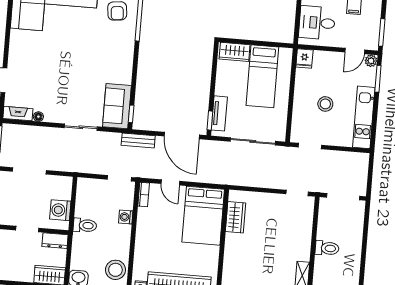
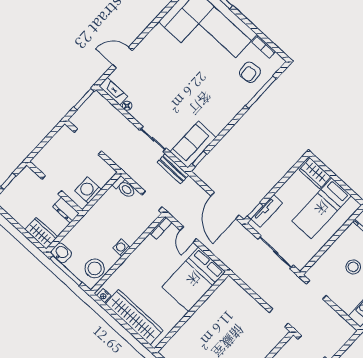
bench: (138, 141) -> (173, 169), moved
washing machine: (126, 217) -> (121, 248), moved
wardrobe: (235, 217) -> (217, 300), removed
toilet: (85, 225) -> (124, 187), moved

